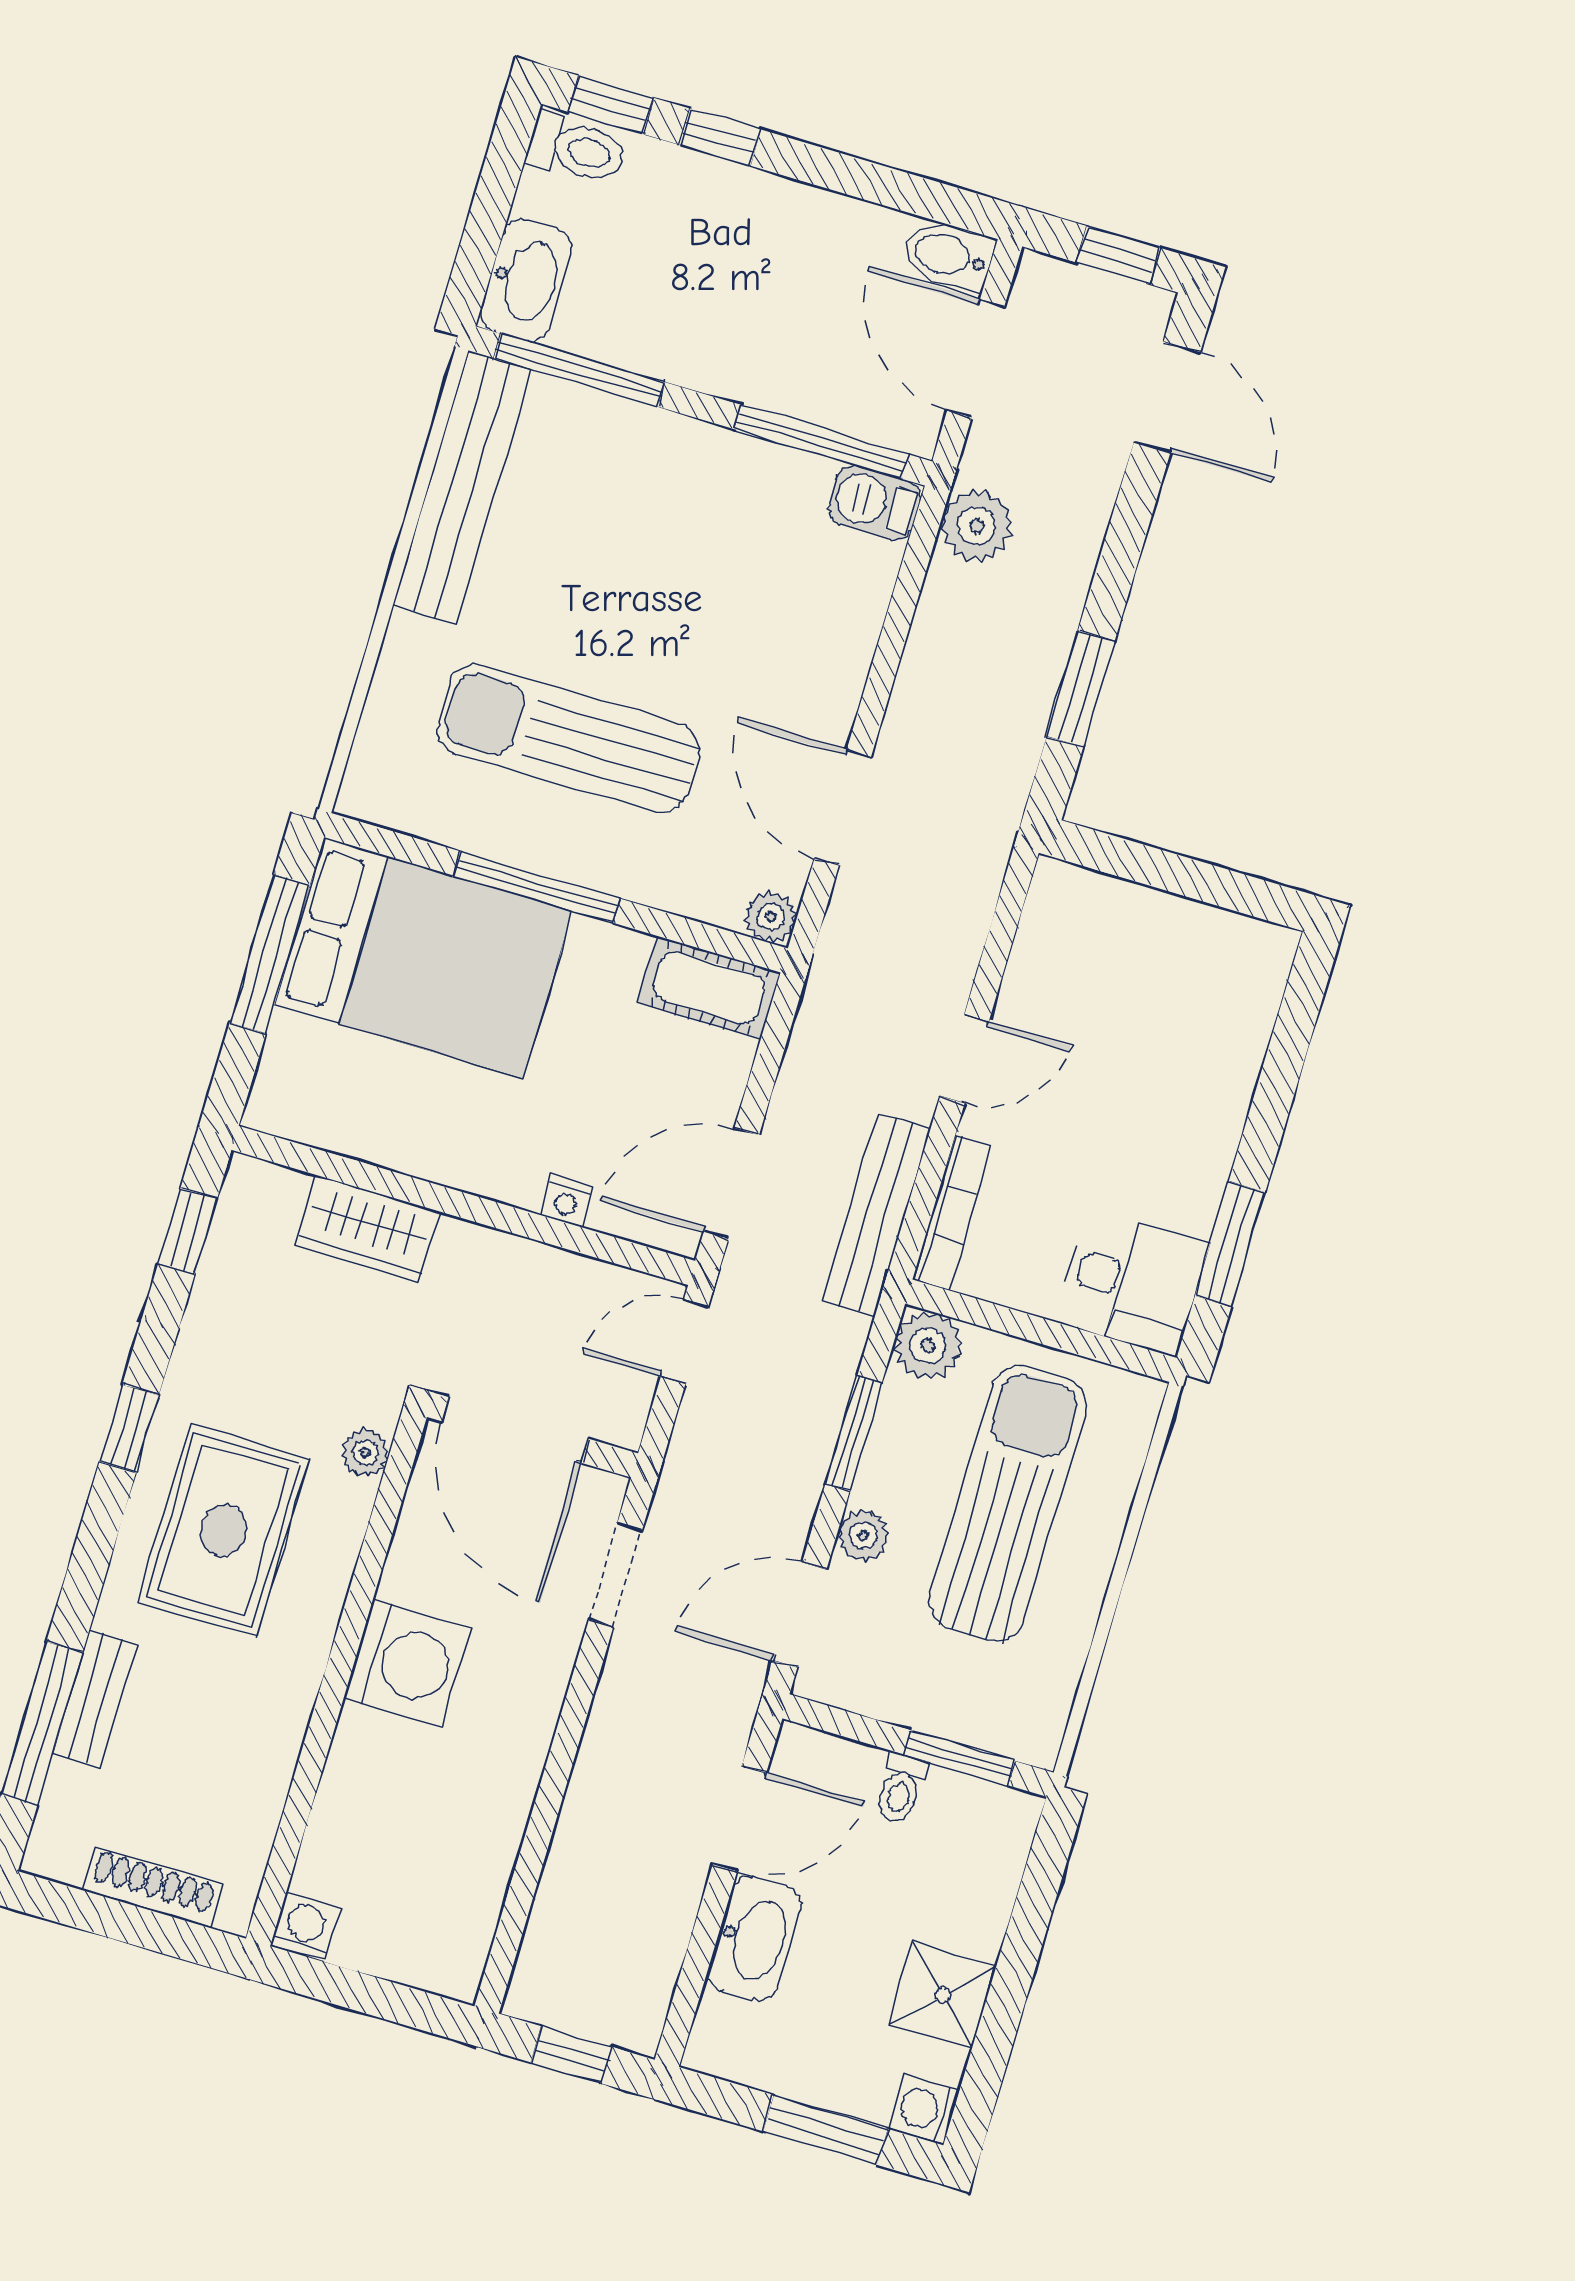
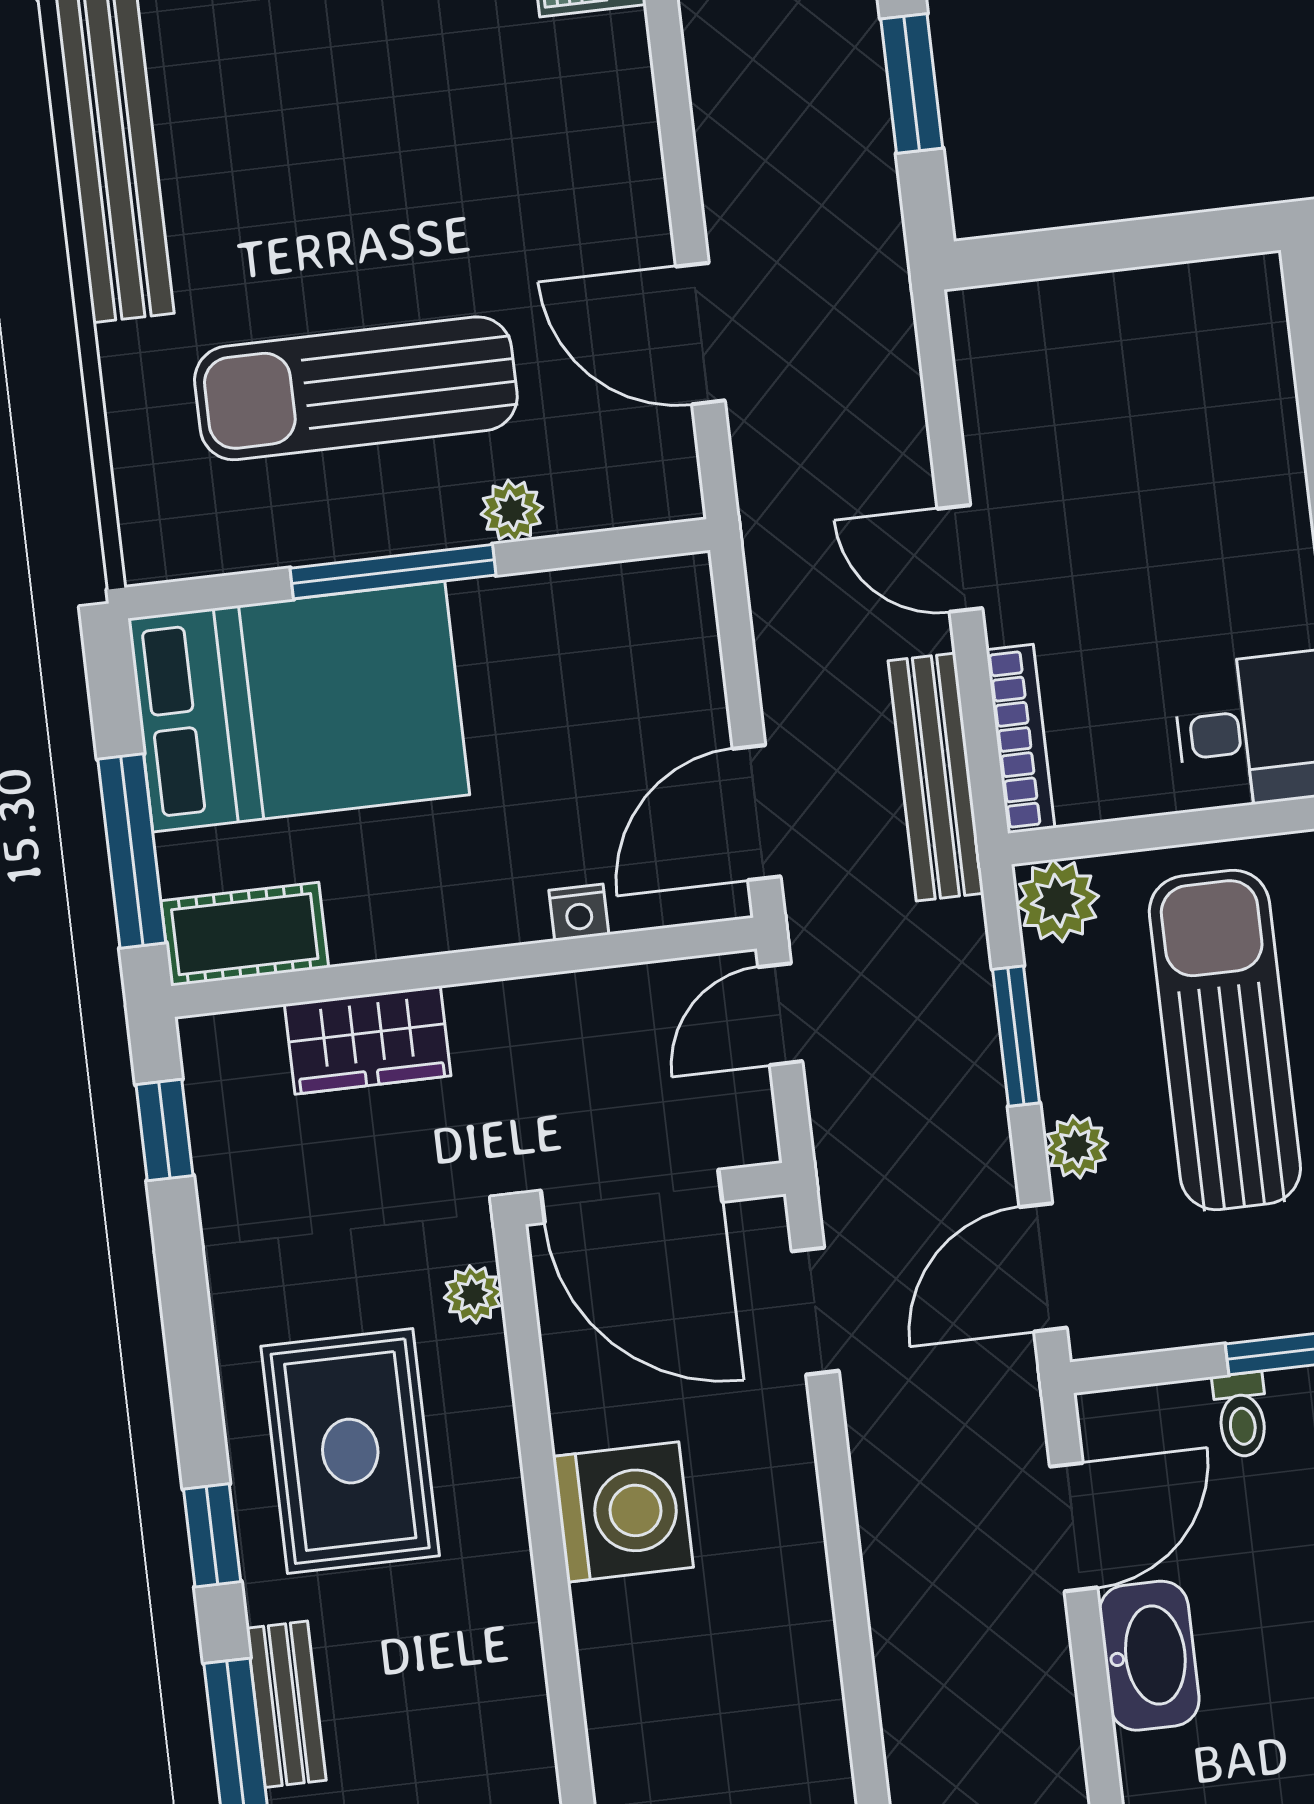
plant: (771, 917) -> (512, 511), moved
window: (270, 954) -> (132, 851), moved
cot: (709, 988) -> (245, 934), moved
door: (964, 1059) -> (960, 559), swing flipped
window: (129, 1429) -> (212, 1535), moved

